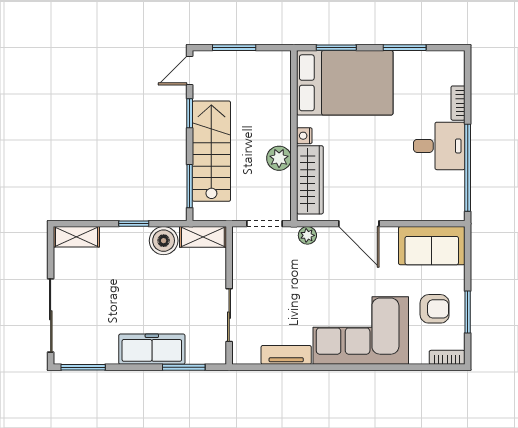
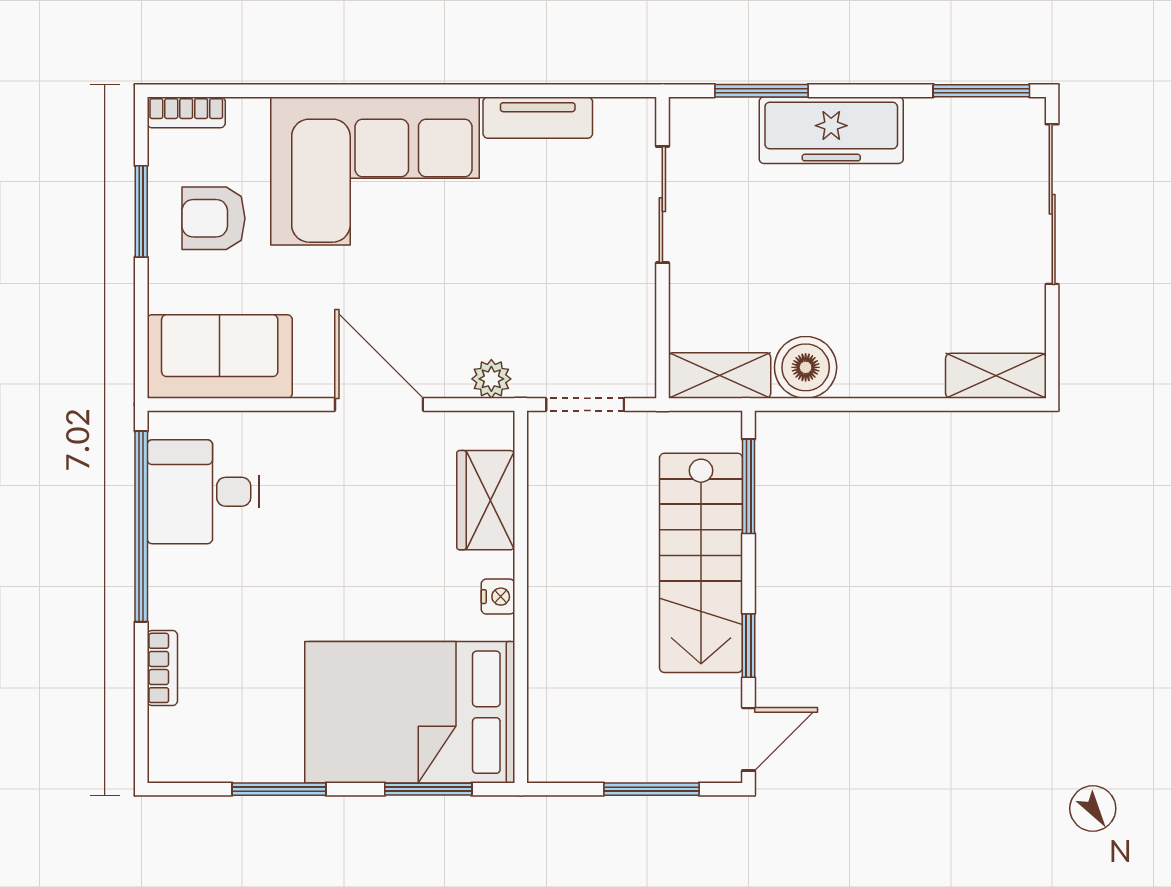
desk: (439, 146) -> (203, 492), moved
plant: (279, 158) -> (553, 547), removed
wardrobe: (310, 180) -> (486, 500), width x0.67
window: (134, 224) -> (871, 404), removed

